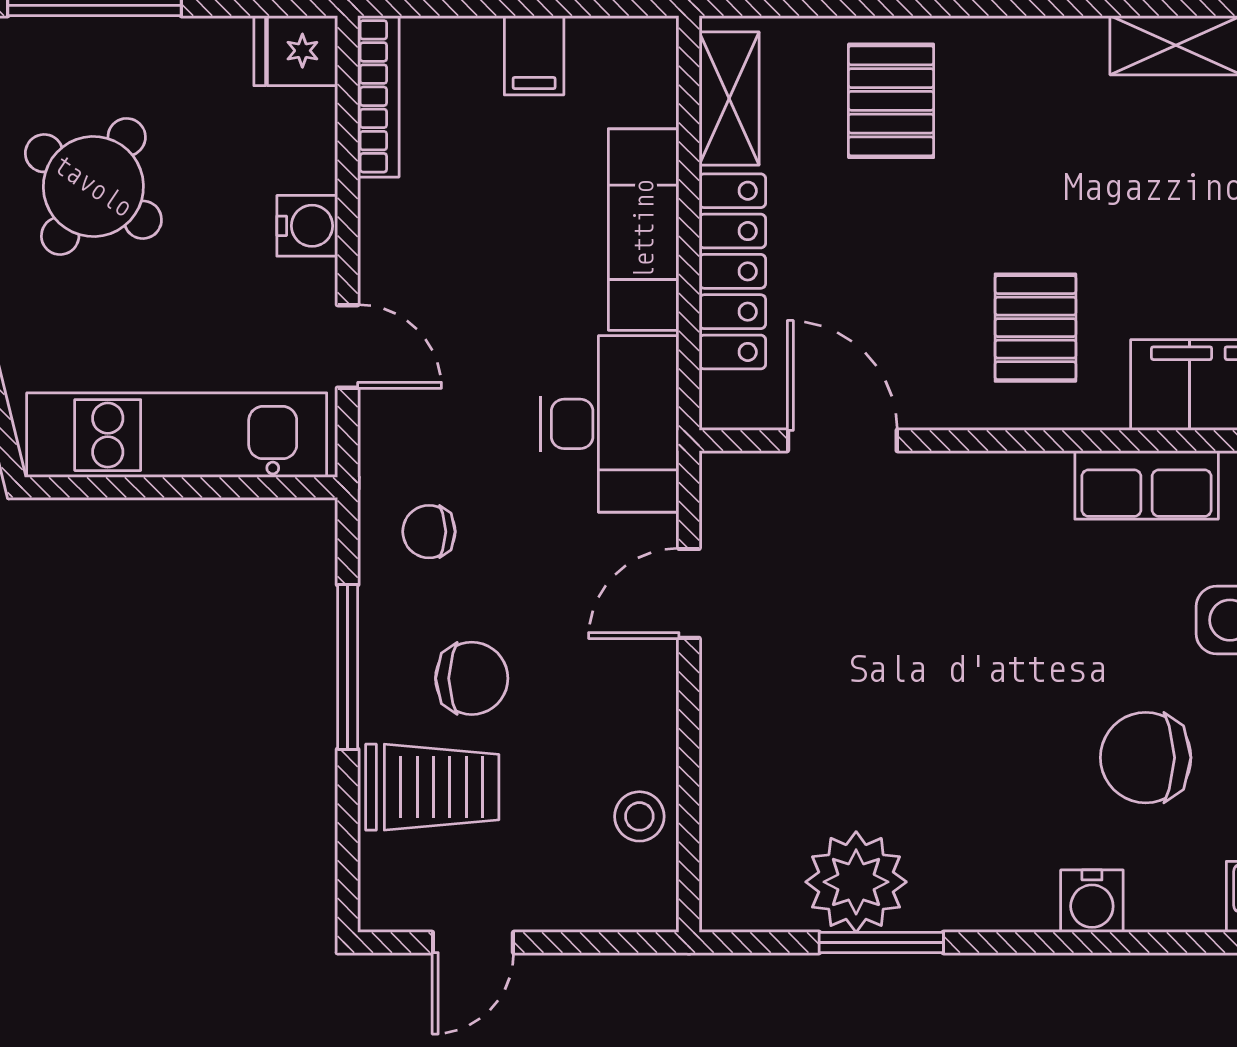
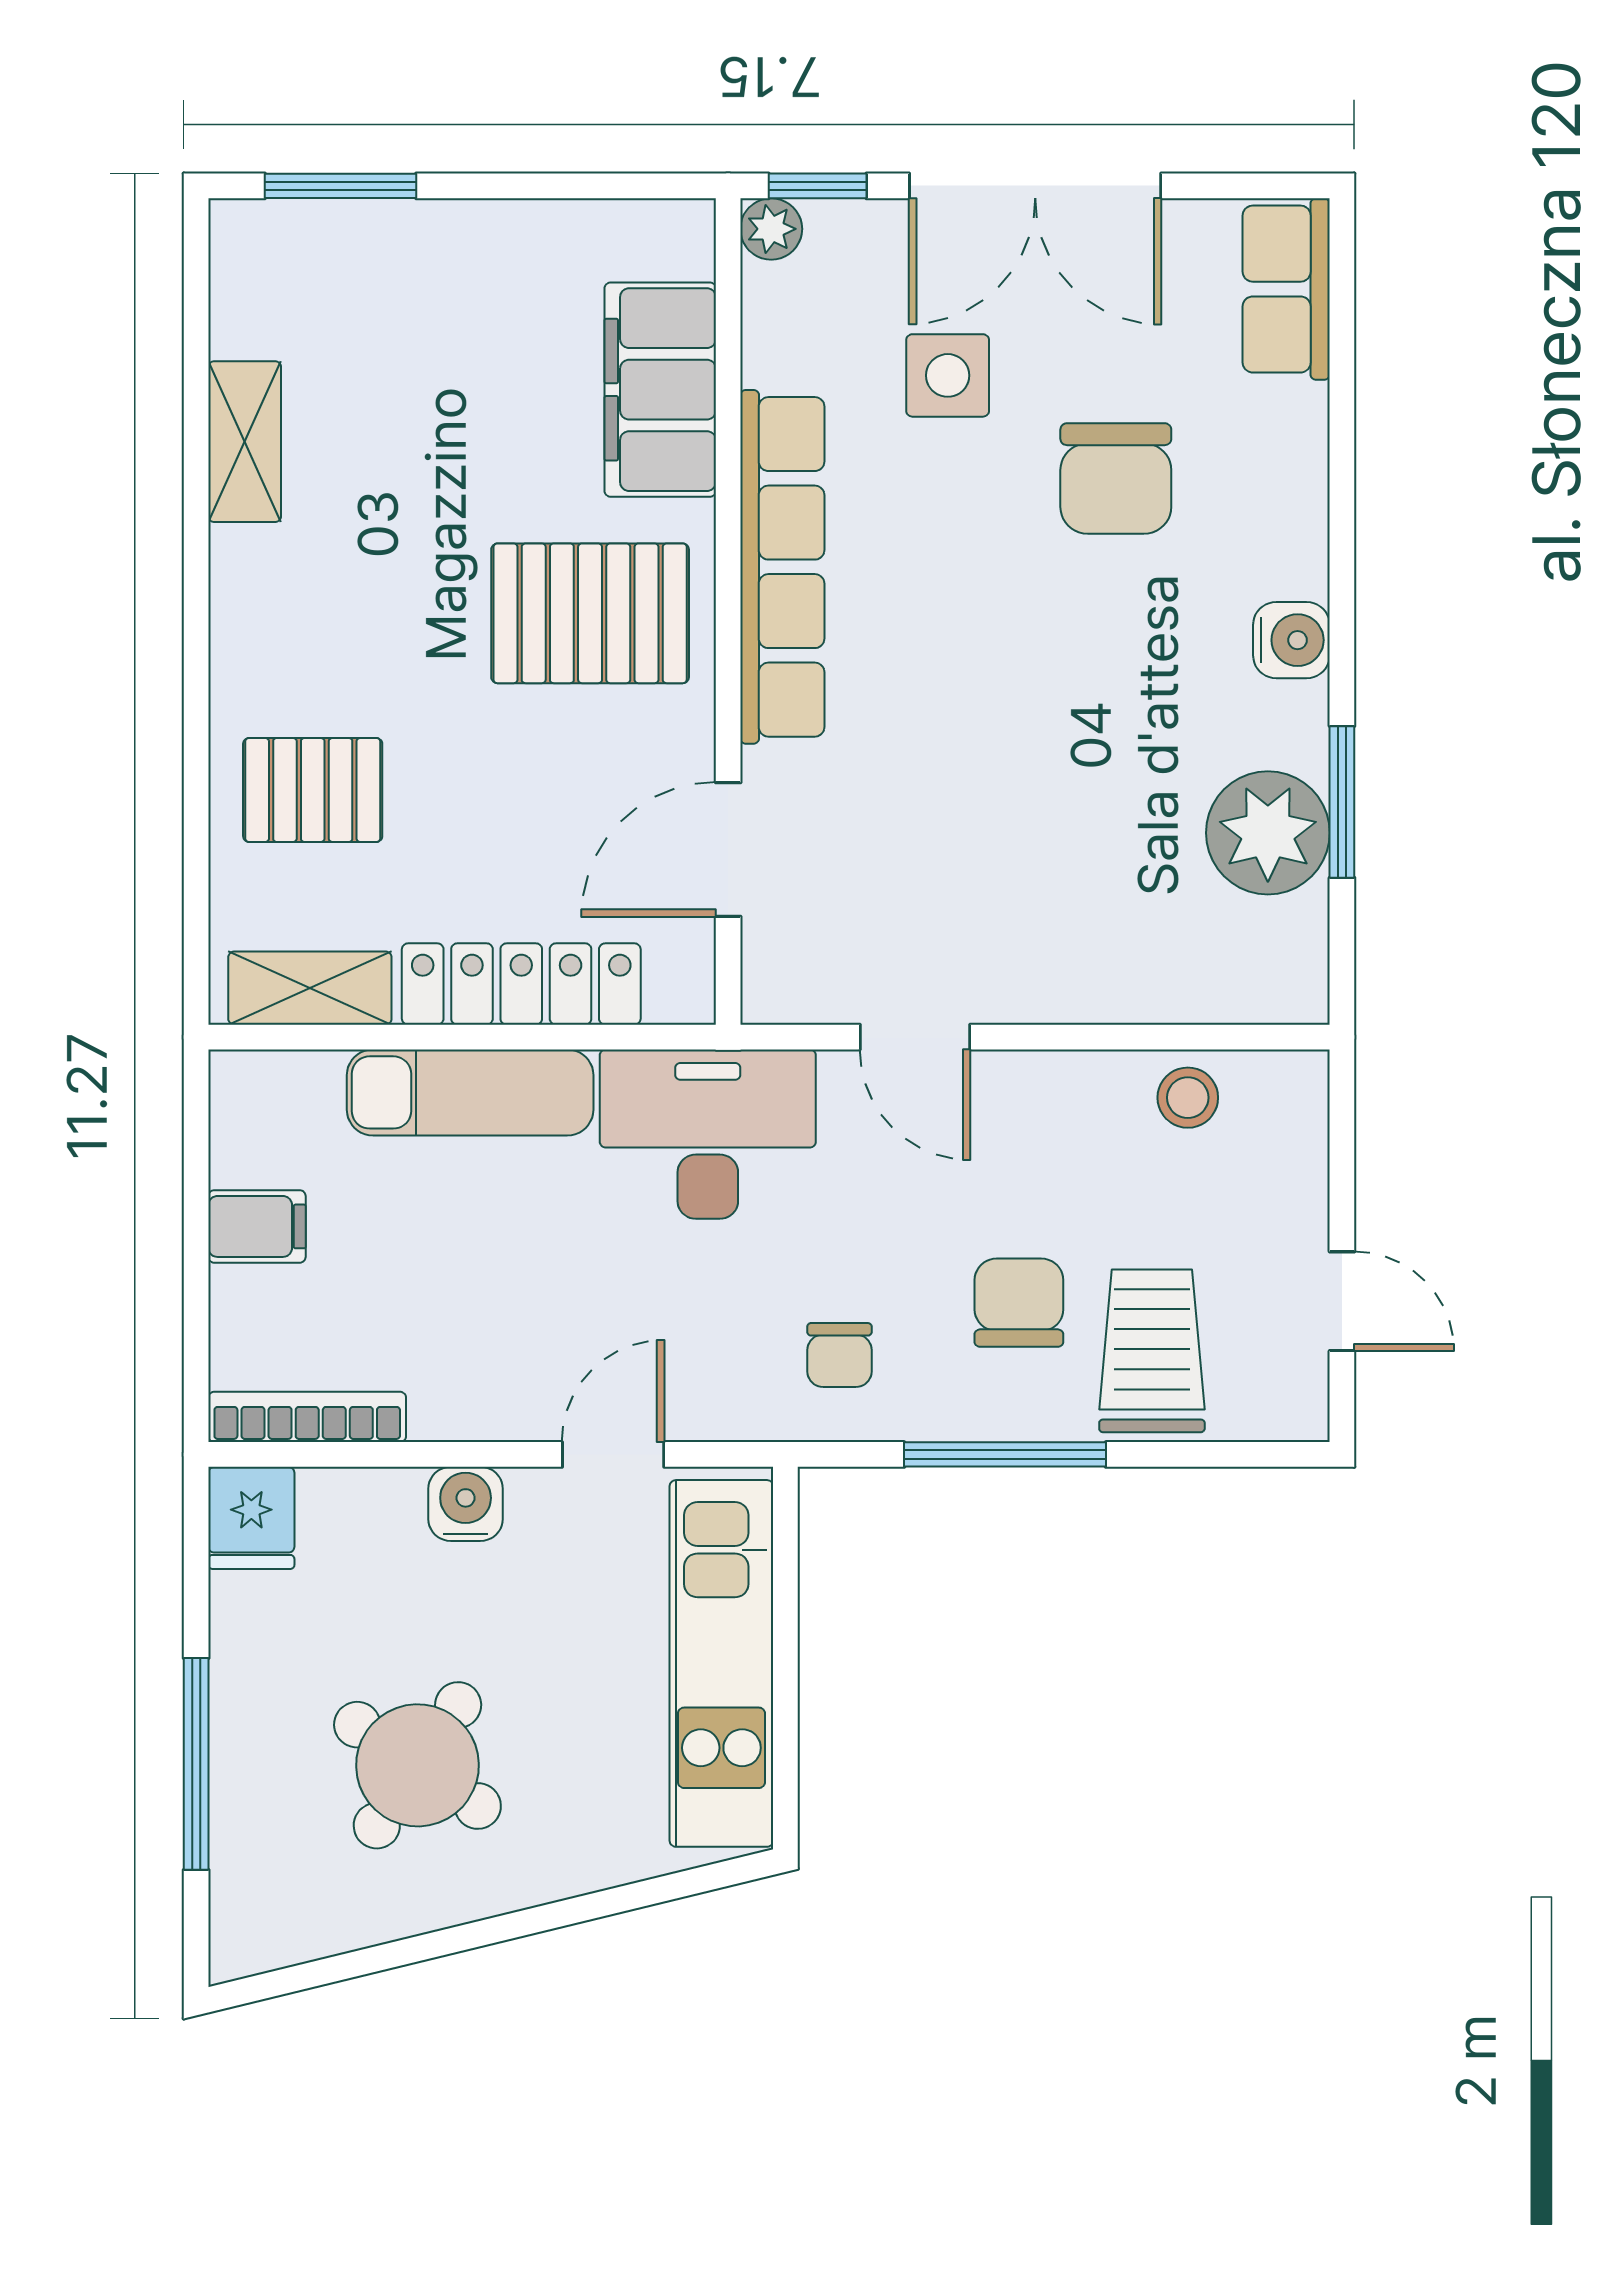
pallet: (1035, 328) -> (590, 613), width x1.50, depth x1.42
row of seats: (1147, 485) -> (782, 567), width x2.02
water cooler: (1092, 901) -> (1291, 640), moved

